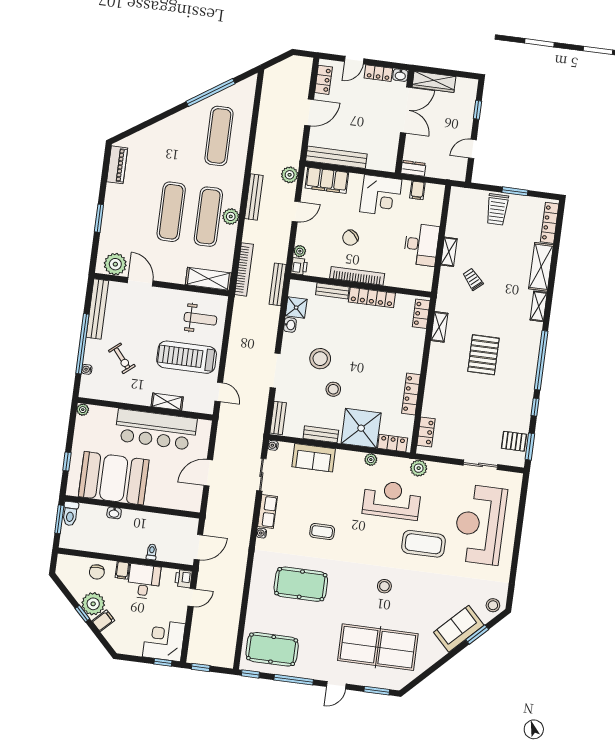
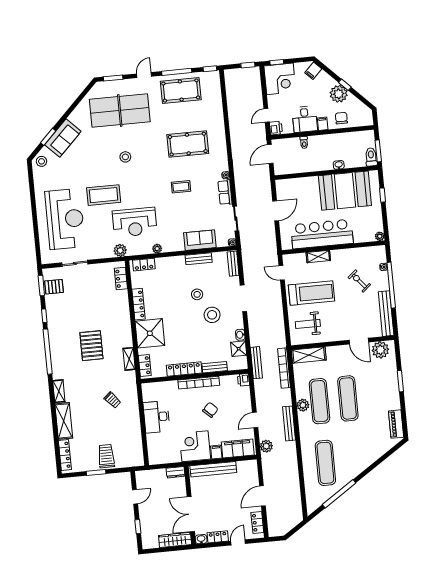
bench: (336, 157) -> (213, 469), moved
filing cabinet: (417, 190) -> (216, 452), moved
plant: (300, 251) -> (246, 391), removed
shelving: (449, 252) -> (135, 416), removed
shower: (361, 428) -> (150, 333), moved
filing cabinet: (103, 621) -> (313, 71), moved
pool table: (272, 649) -> (181, 91), moved

